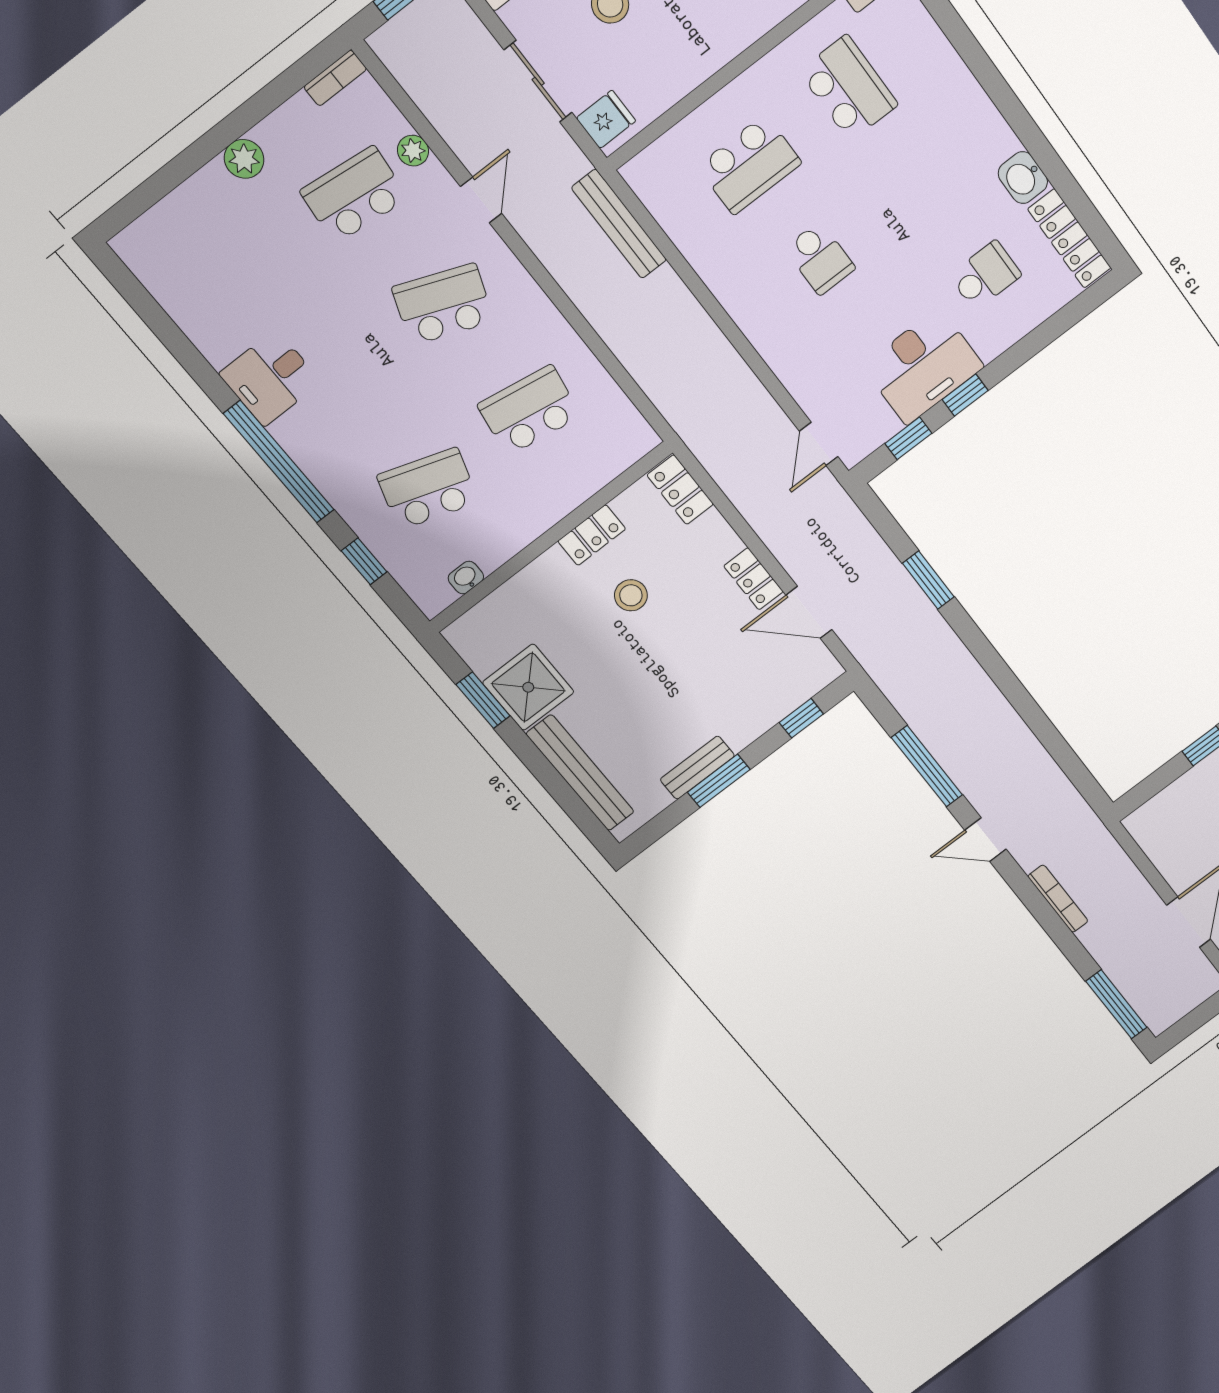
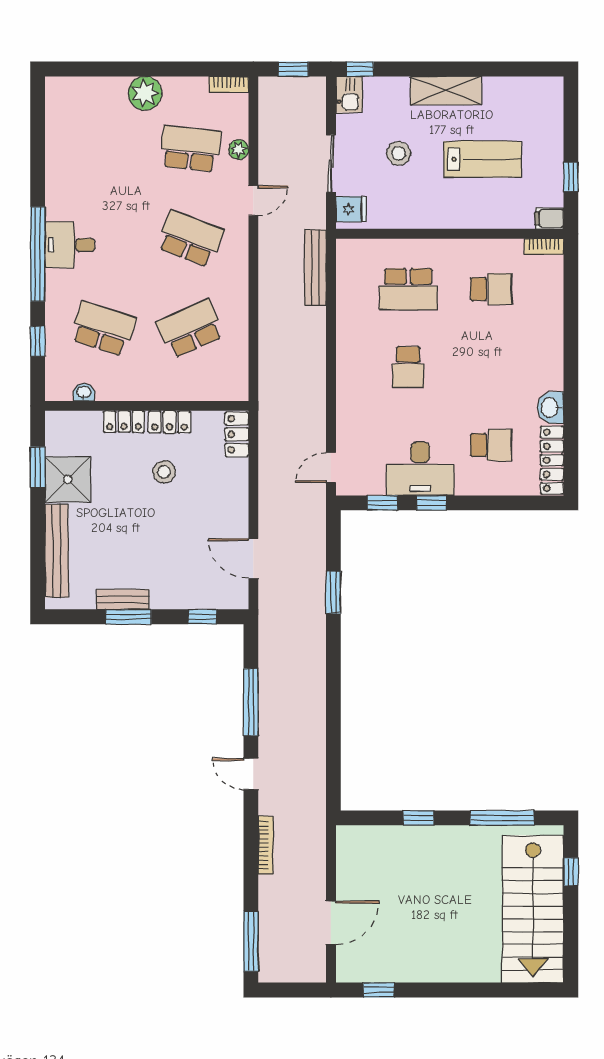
school desk: (848, 88) -> (491, 289), width x0.54
plant: (244, 159) -> (145, 93), width x1.36, depth x1.36
desk: (270, 378) -> (70, 245), moved
school desk: (529, 410) -> (190, 329), turned -33
locker: (753, 579) -> (124, 422), moved, turned -90

